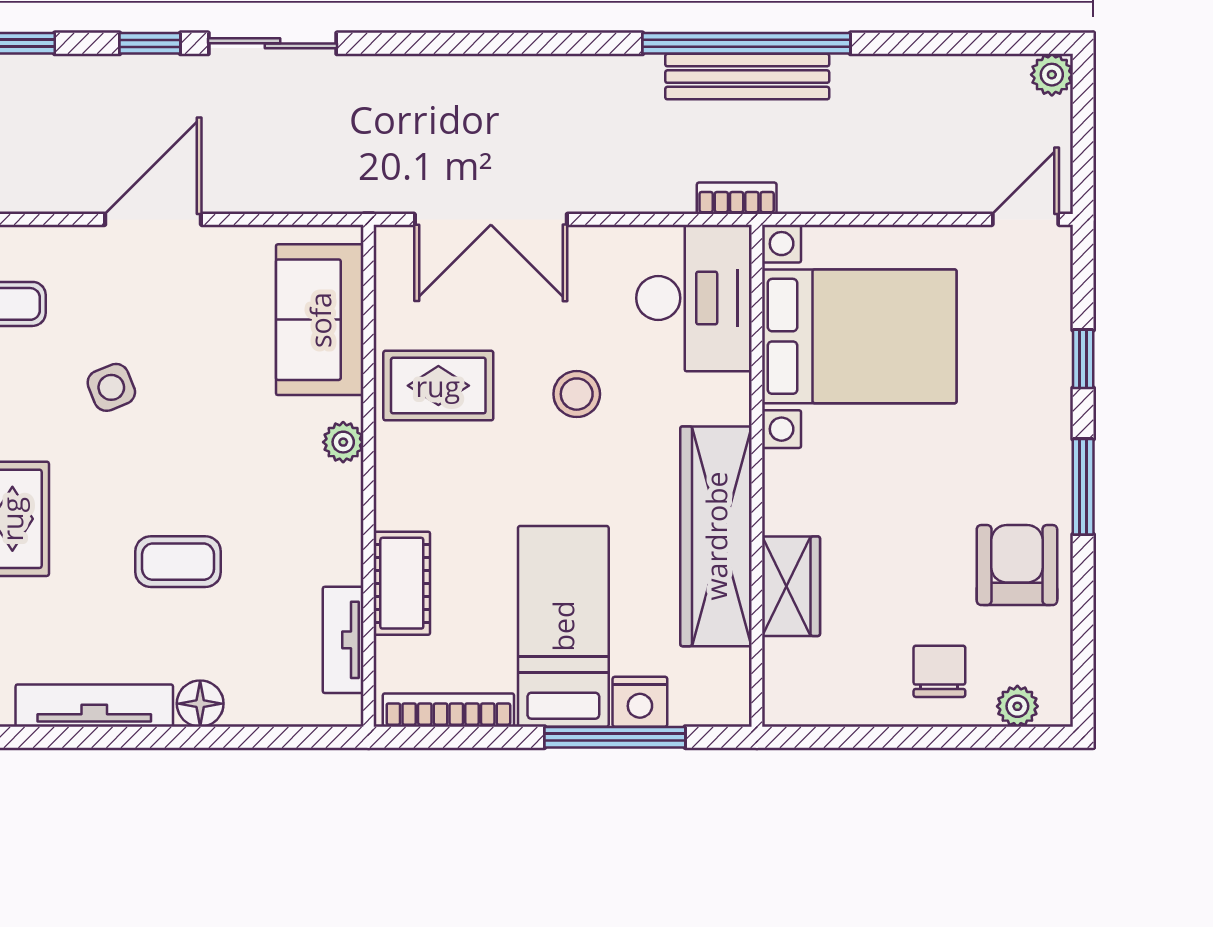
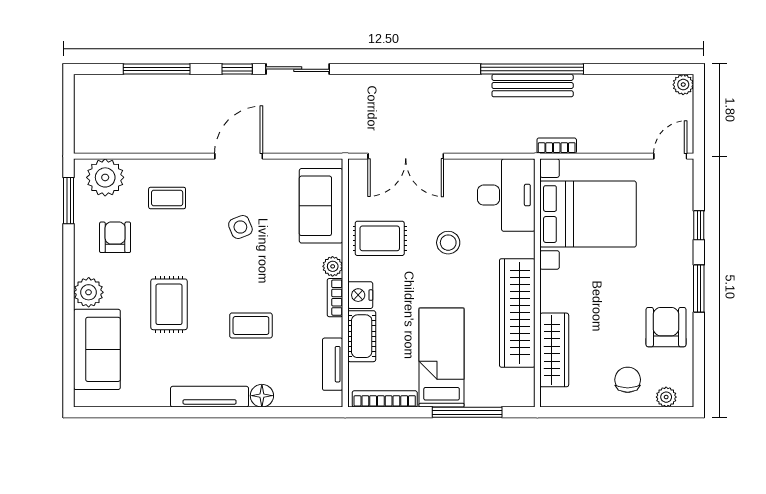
bookcase: (737, 198) -> (557, 146), moved
side table: (111, 387) -> (240, 227), moved
bookcase: (348, 505) -> (335, 298), added
wardrobe: (791, 586) -> (554, 350), width x1.50
nightstand: (640, 702) -> (360, 295), moved, turned 90

